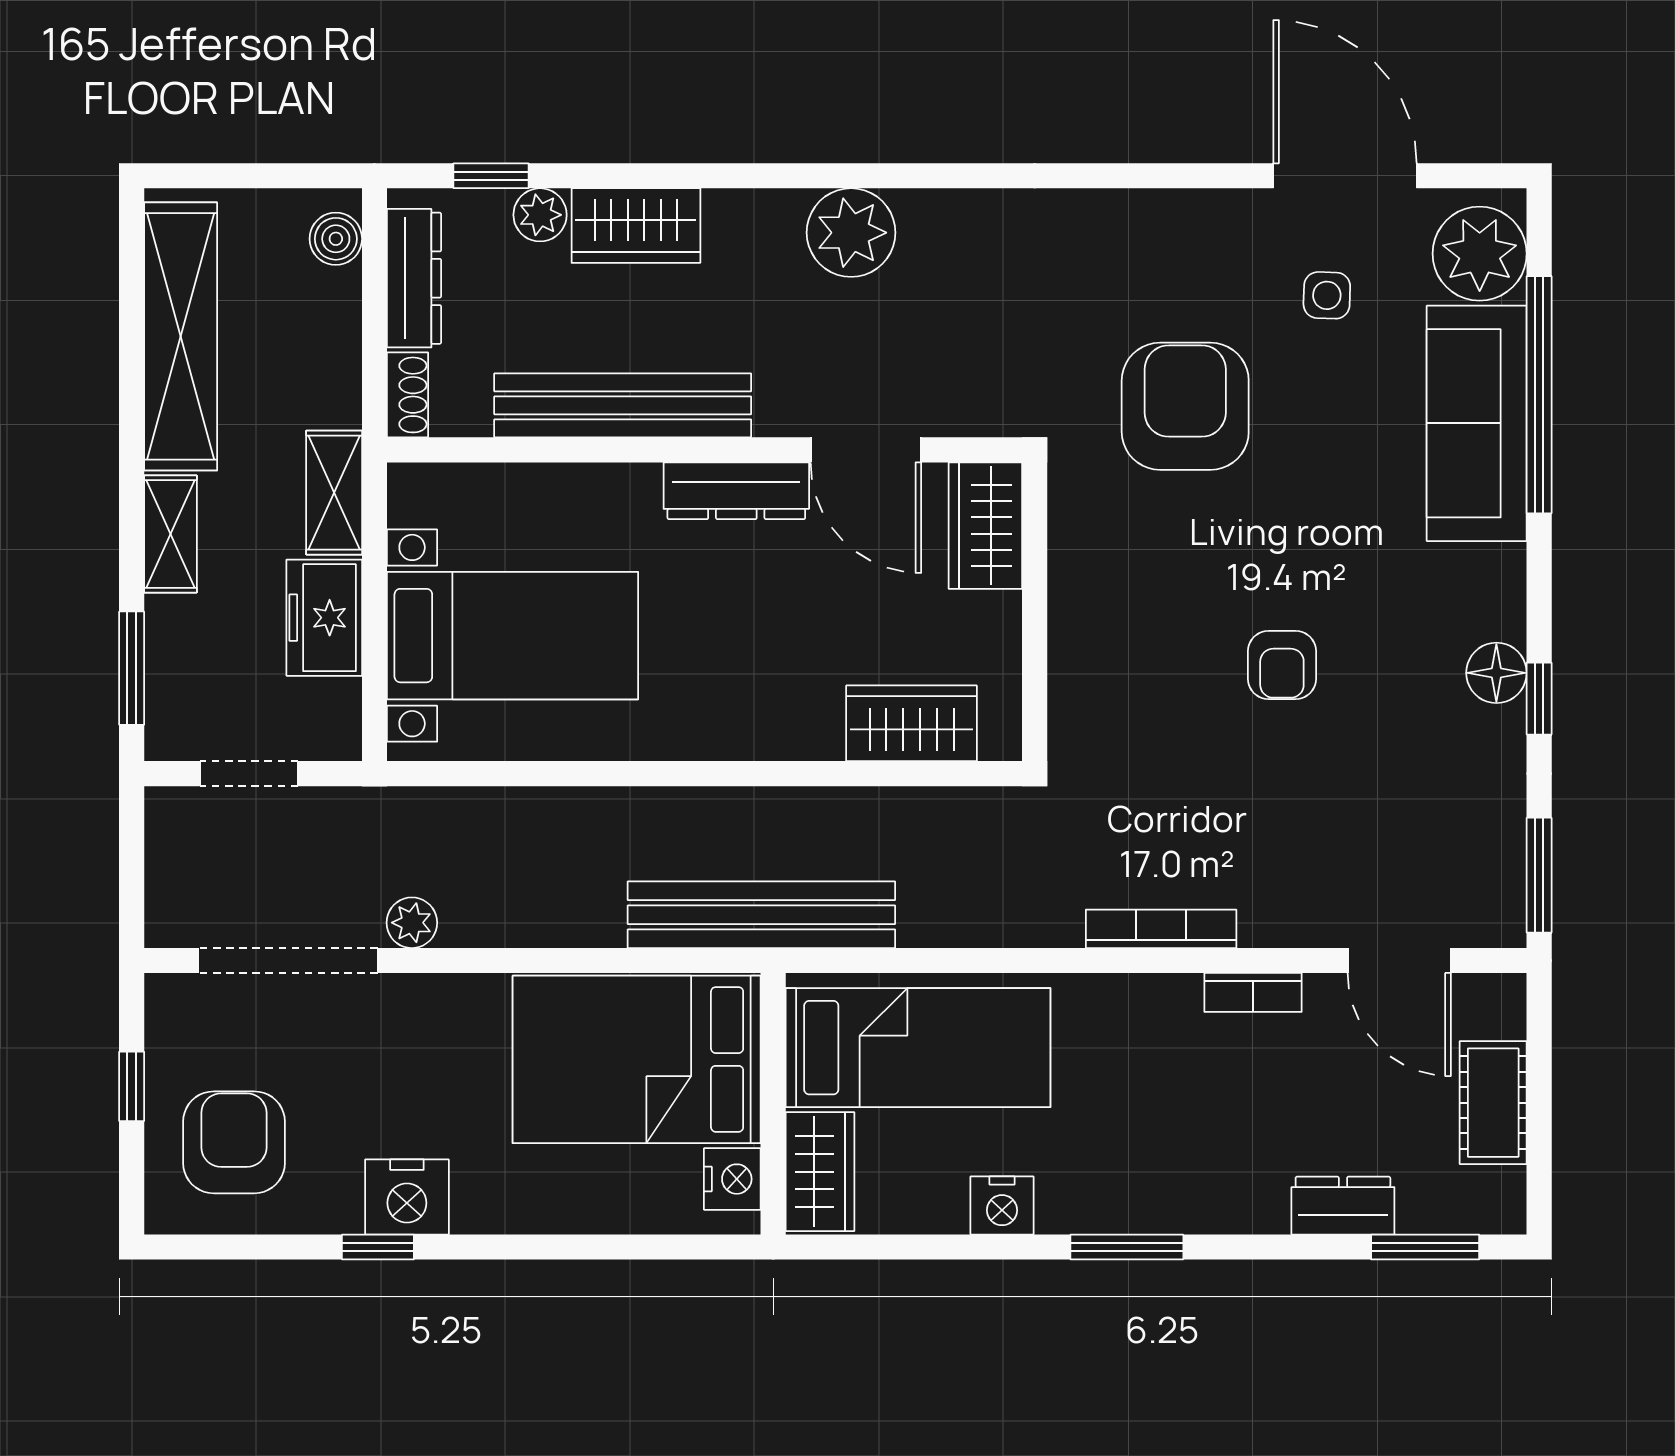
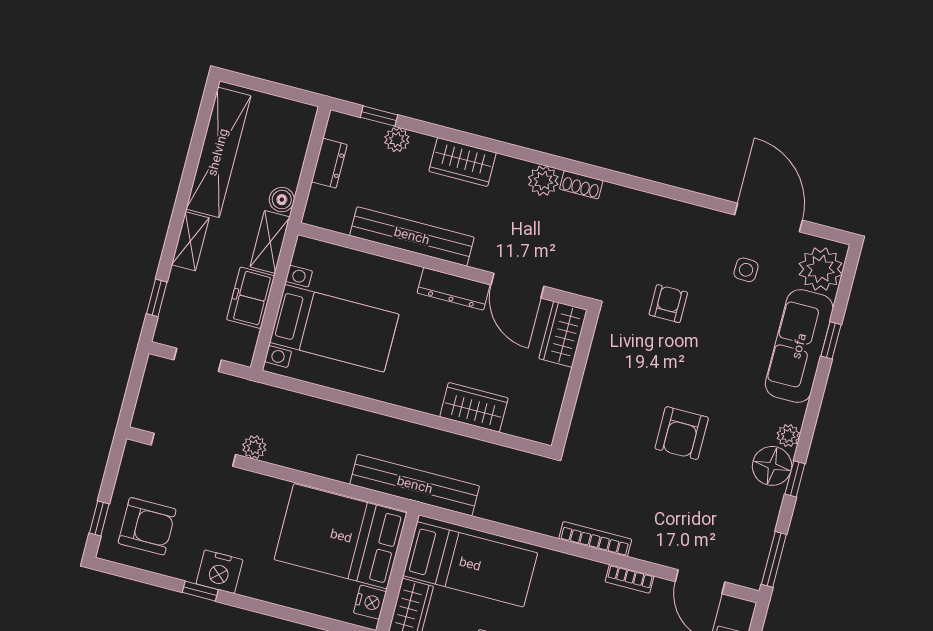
wardrobe: (636, 226) -> (463, 162), moved
plant: (851, 233) -> (543, 181), width x0.73, depth x0.73
boiler: (336, 239) -> (282, 200), moved
dresser: (414, 278) -> (329, 163), width x0.70
shoe rack: (408, 395) -> (581, 185), moved, turned 90
window: (1539, 395) -> (831, 340), width x0.32
armchair: (1185, 406) -> (668, 304), width x0.53, depth x0.53
plant: (1502, 613) -> (788, 436), added
armchair: (1282, 665) -> (682, 433), width x1.38, depth x1.38
window: (132, 668) -> (157, 298), width x0.67
floor lamp: (1496, 673) -> (772, 466), width x1.38, depth x1.38
wardrobe: (912, 723) -> (474, 407), moved
window: (132, 1086) -> (99, 519), moved
armchair: (234, 1142) -> (147, 526), turned 90

